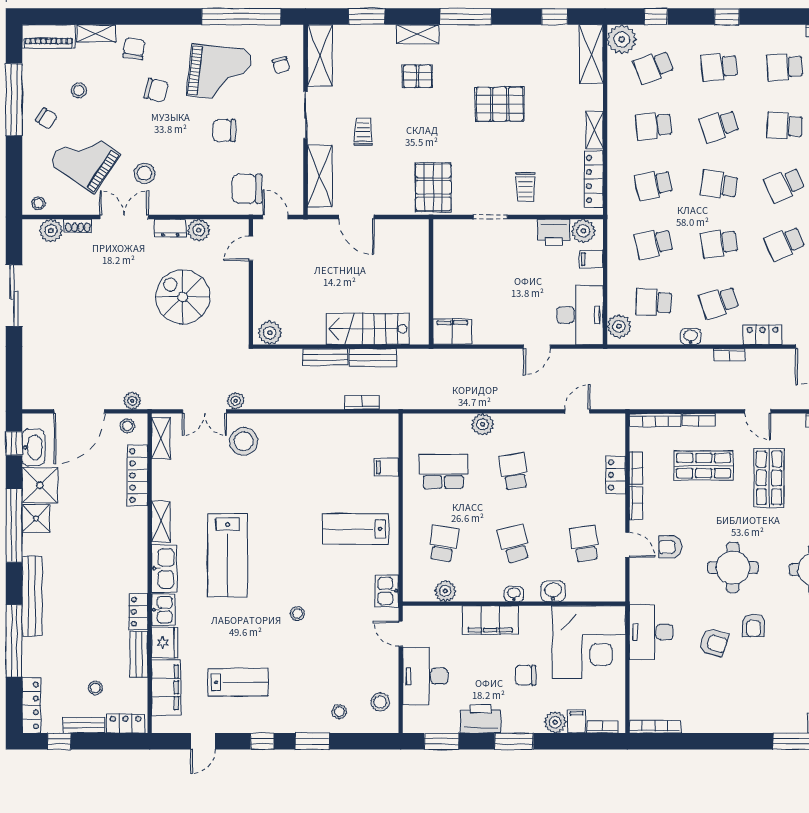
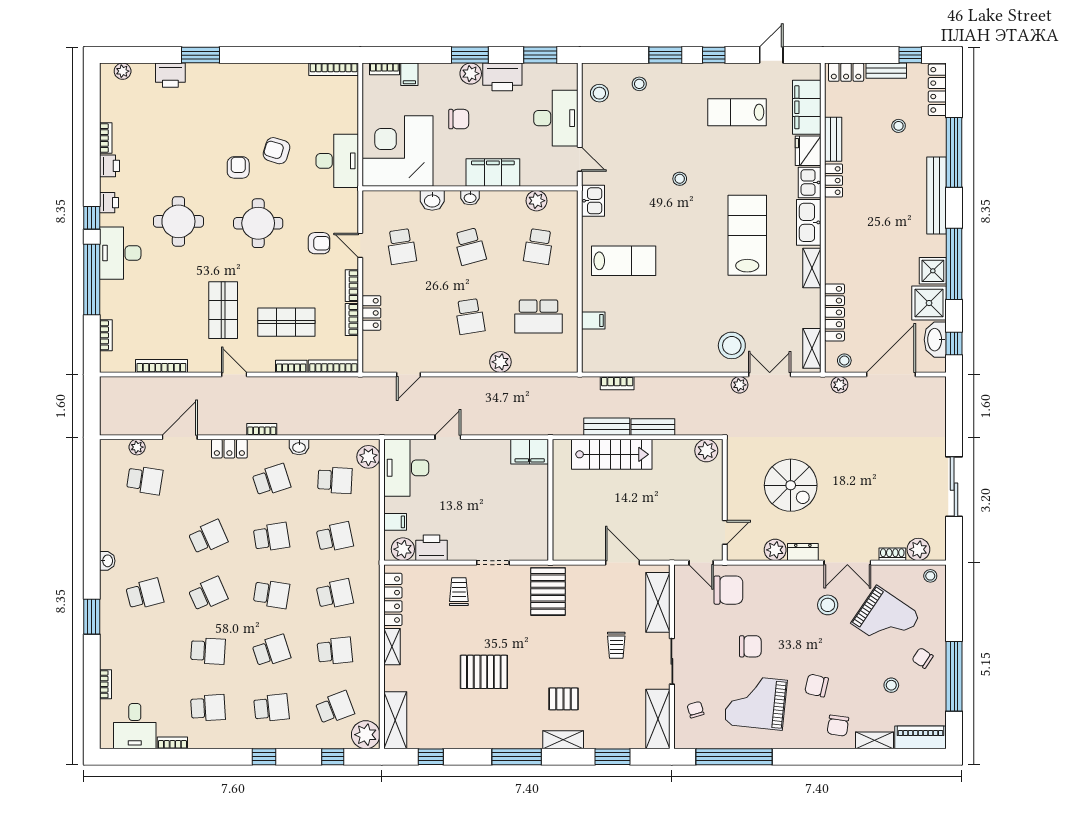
stool: (95, 688) -> (899, 126), moved
plant: (555, 722) -> (471, 74), moved

